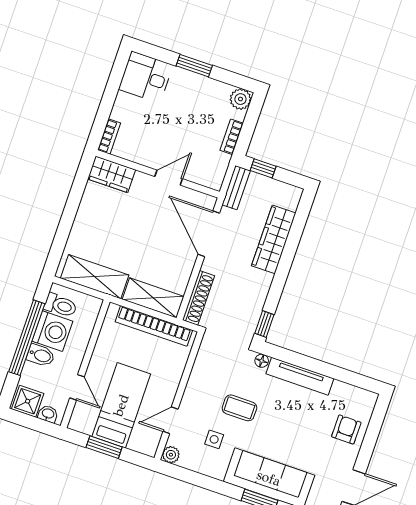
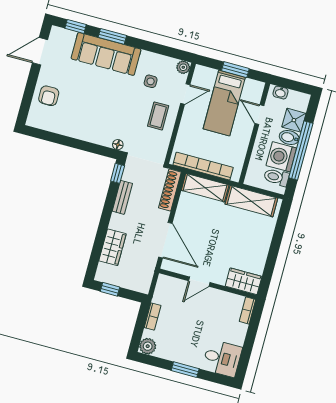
window: (263, 168) -> (110, 289), moved
bench: (236, 188) -> (122, 197), moved
wardrobe: (274, 239) -> (113, 247), width x0.67
tv unit: (300, 376) -> (87, 135), removed
shower: (28, 401) -> (294, 120), moved
coffee table: (239, 408) -> (158, 116), moved, turned 90

